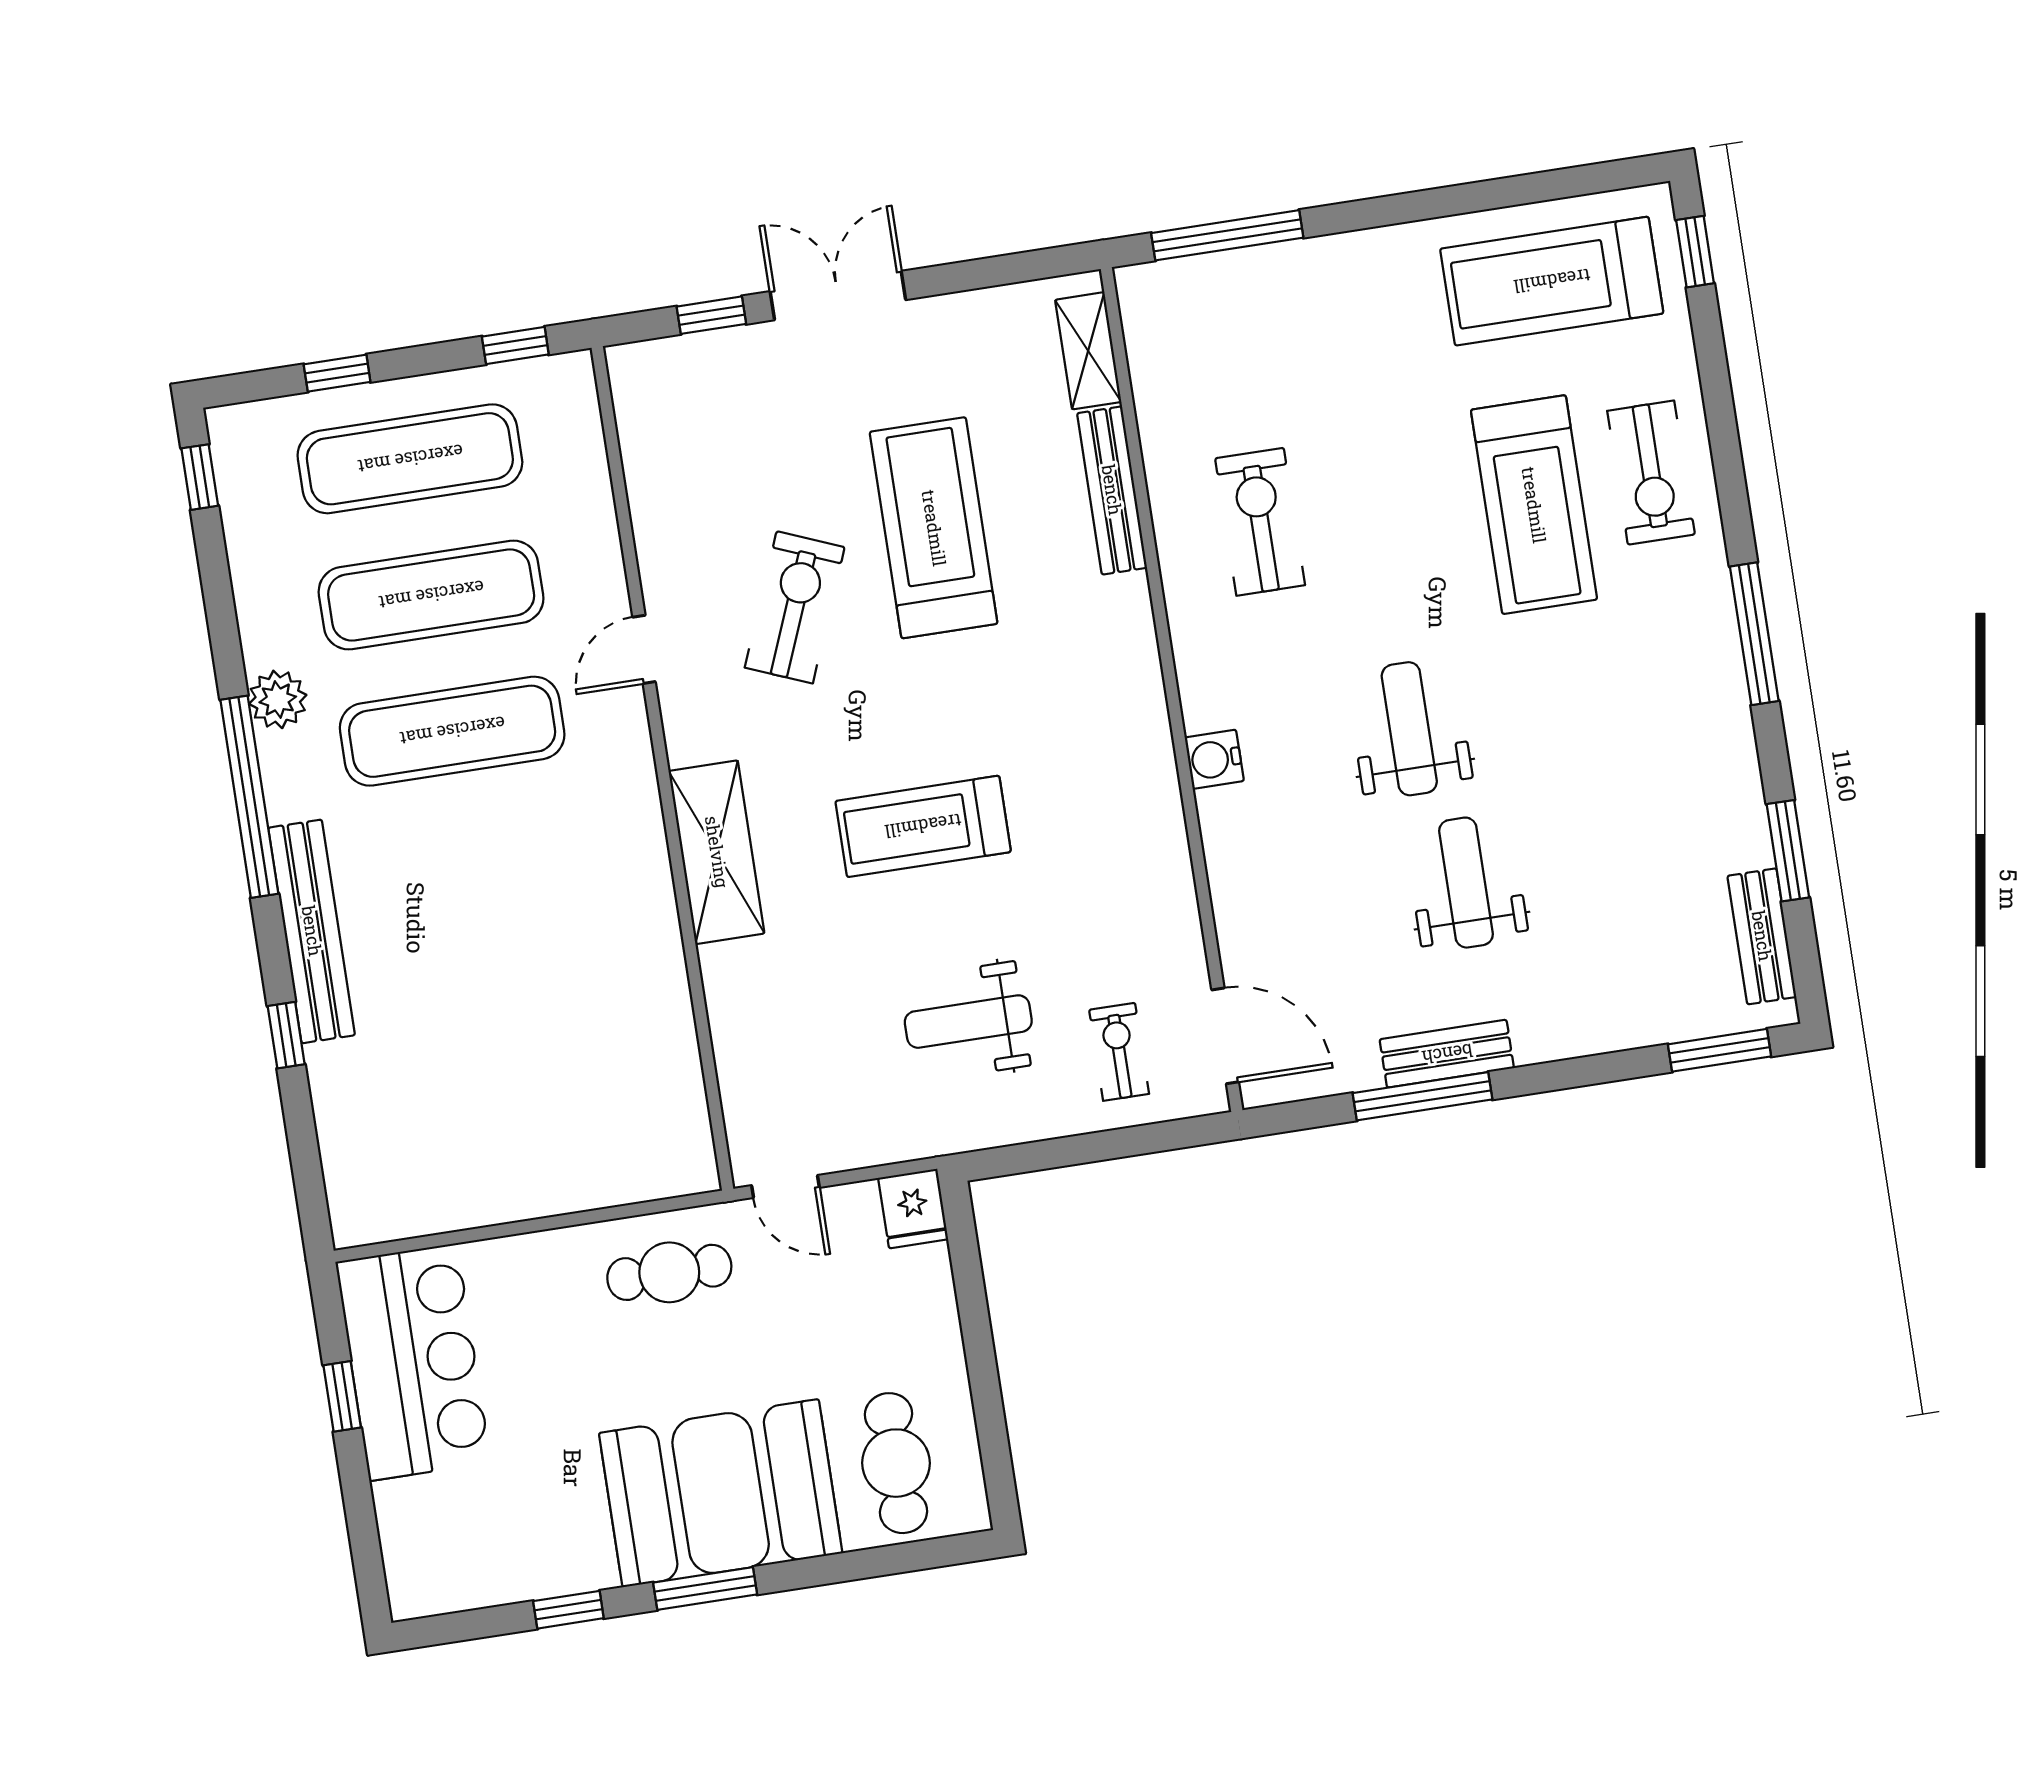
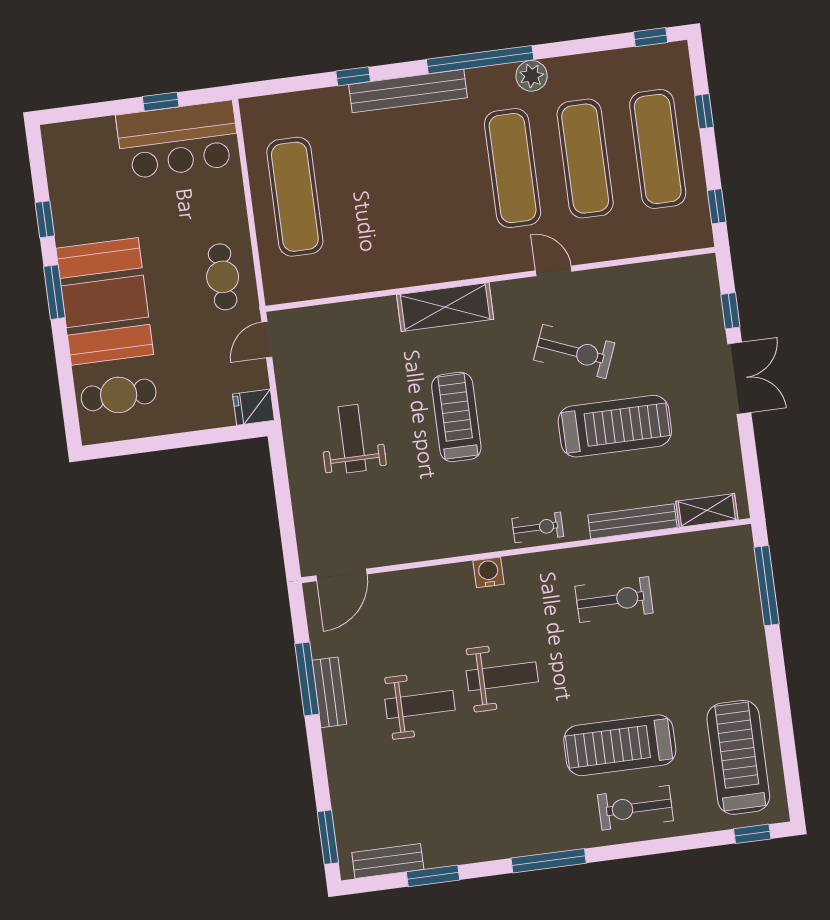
exercise bike: (1119, 1052) -> (538, 527), moved
exercise mat: (515, 1140) -> (295, 197), added

